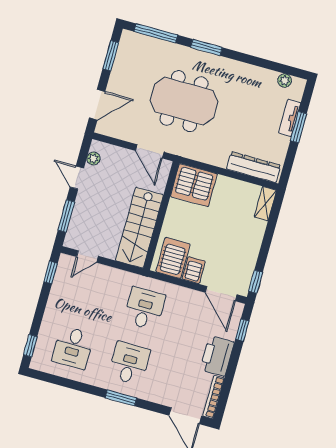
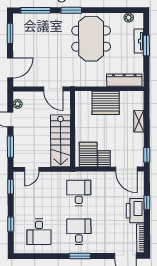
meeting table: (184, 101) -> (91, 39), moved, turned 90
server rack: (194, 185) -> (106, 103), moved
shelving: (265, 204) -> (139, 121), moved
window: (242, 330) -> (147, 203), moved
window: (30, 346) -> (11, 224), moved

